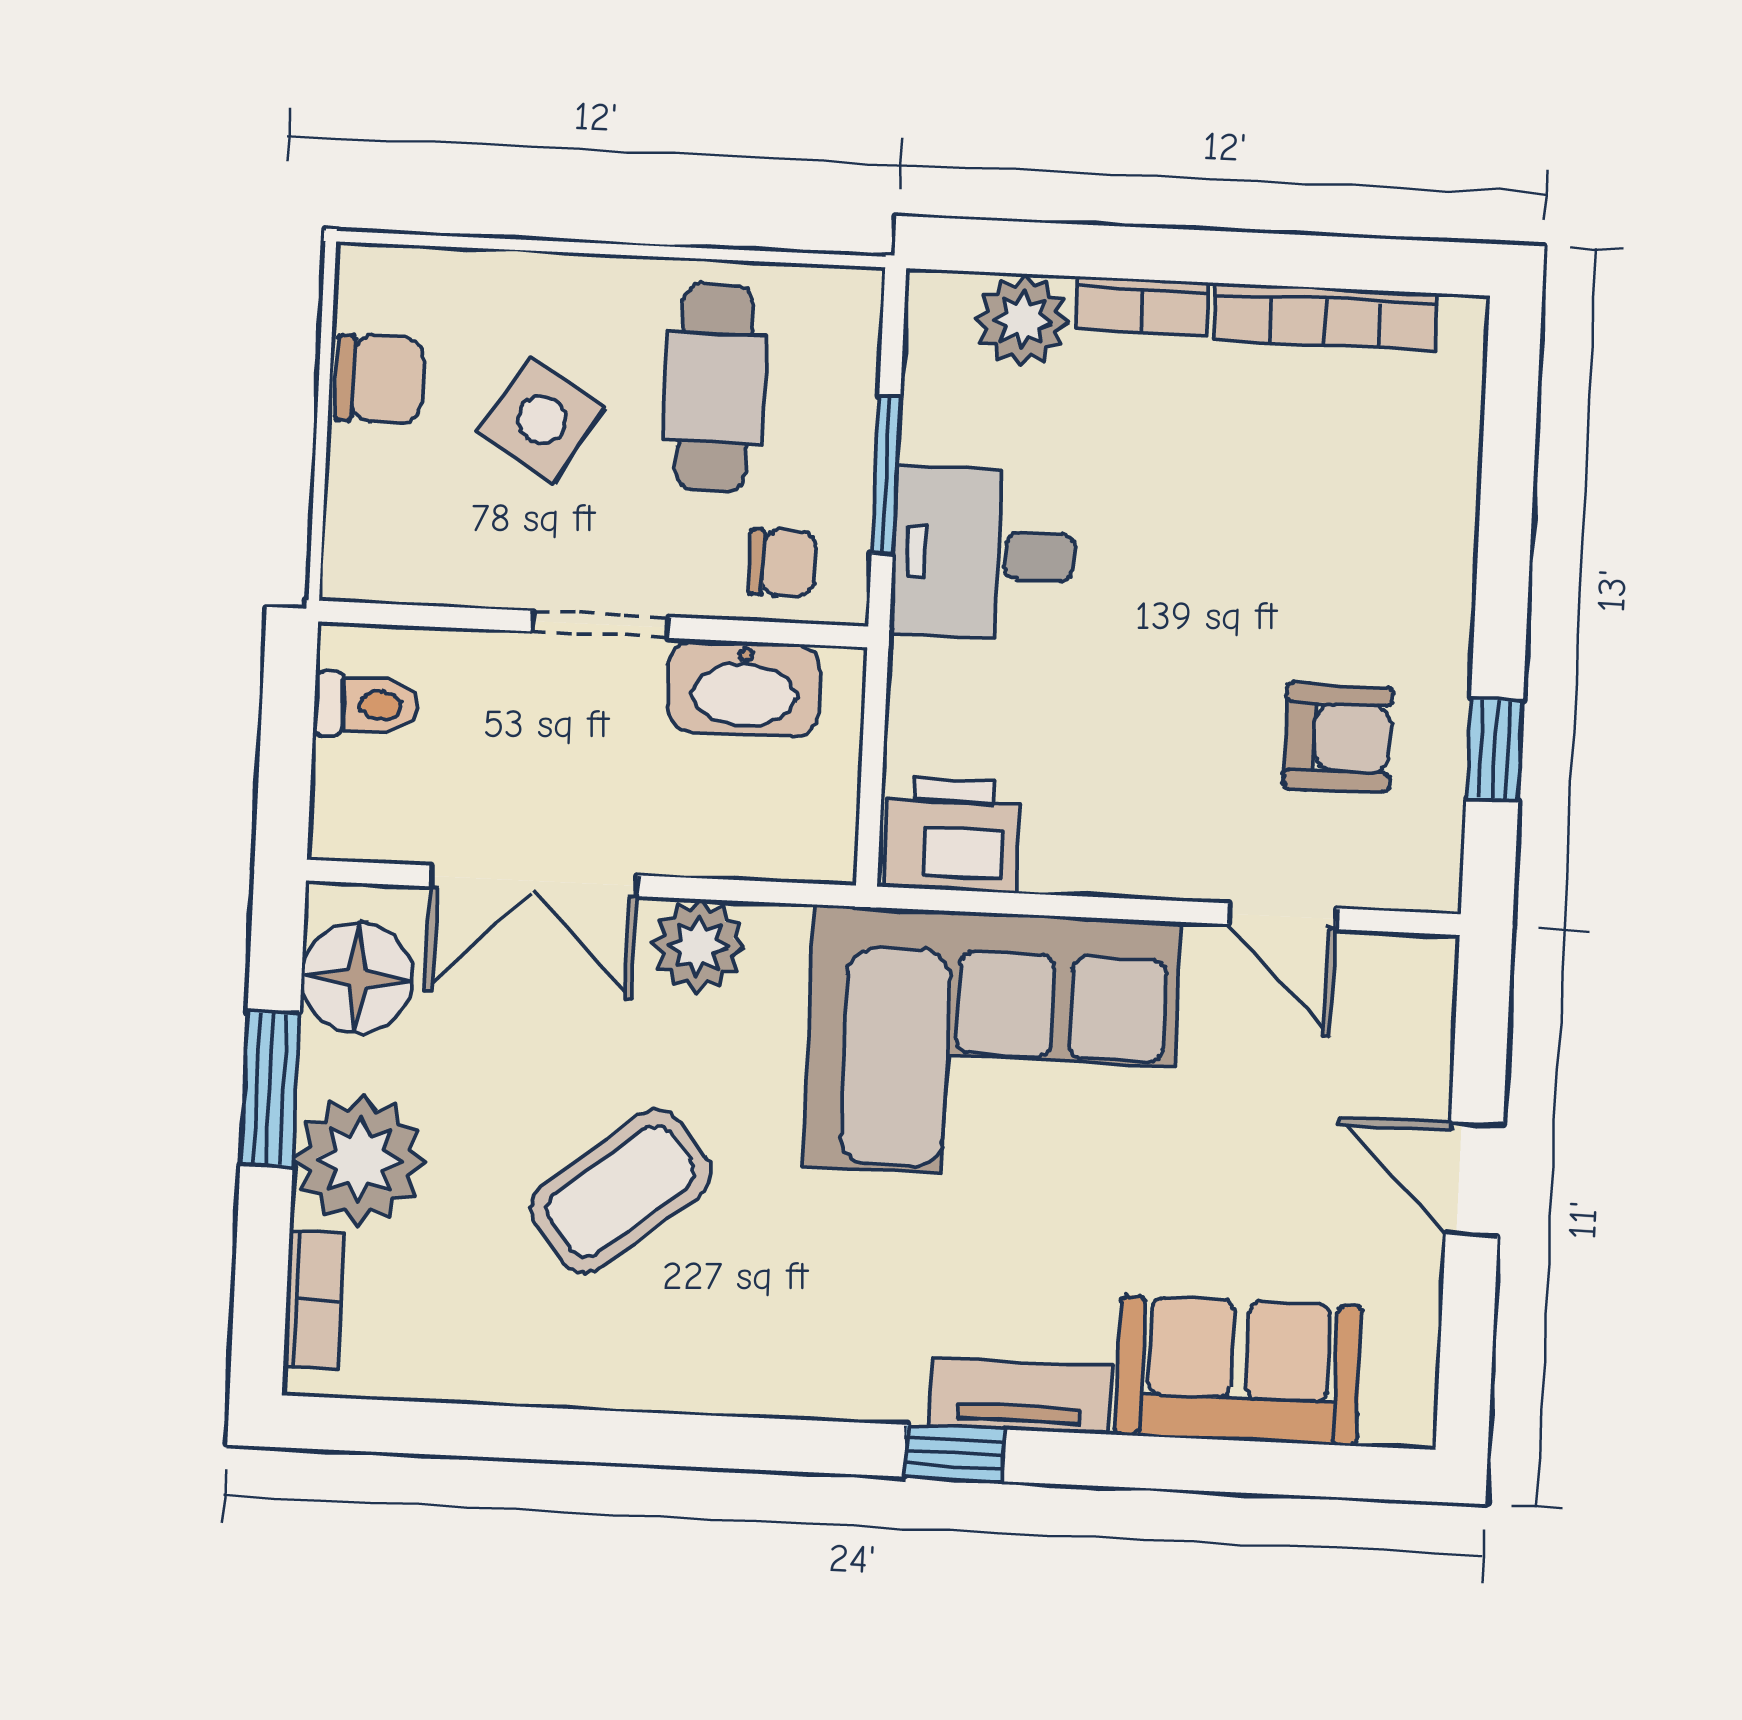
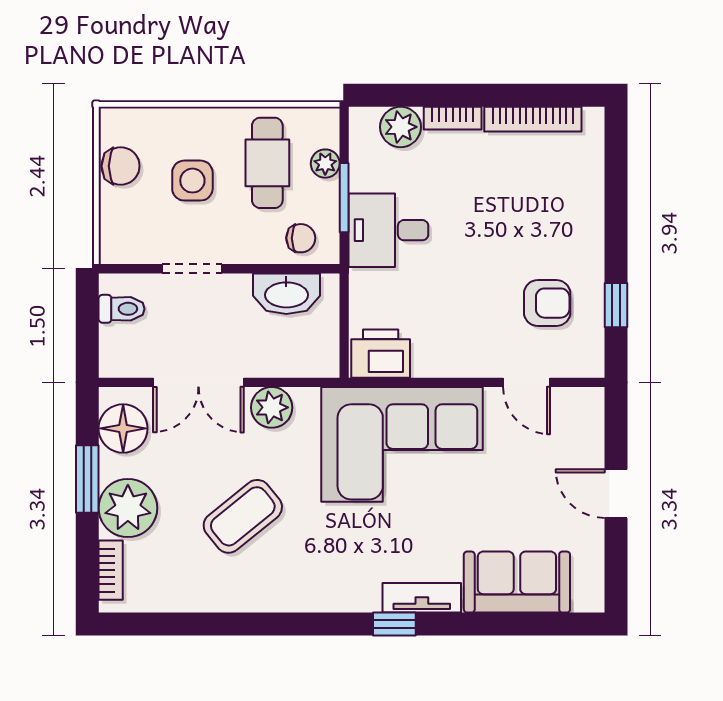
plant: (847, 395) -> (325, 164), added
side table: (542, 420) -> (192, 181), turned -32
doorway: (601, 624) -> (192, 269), moved

